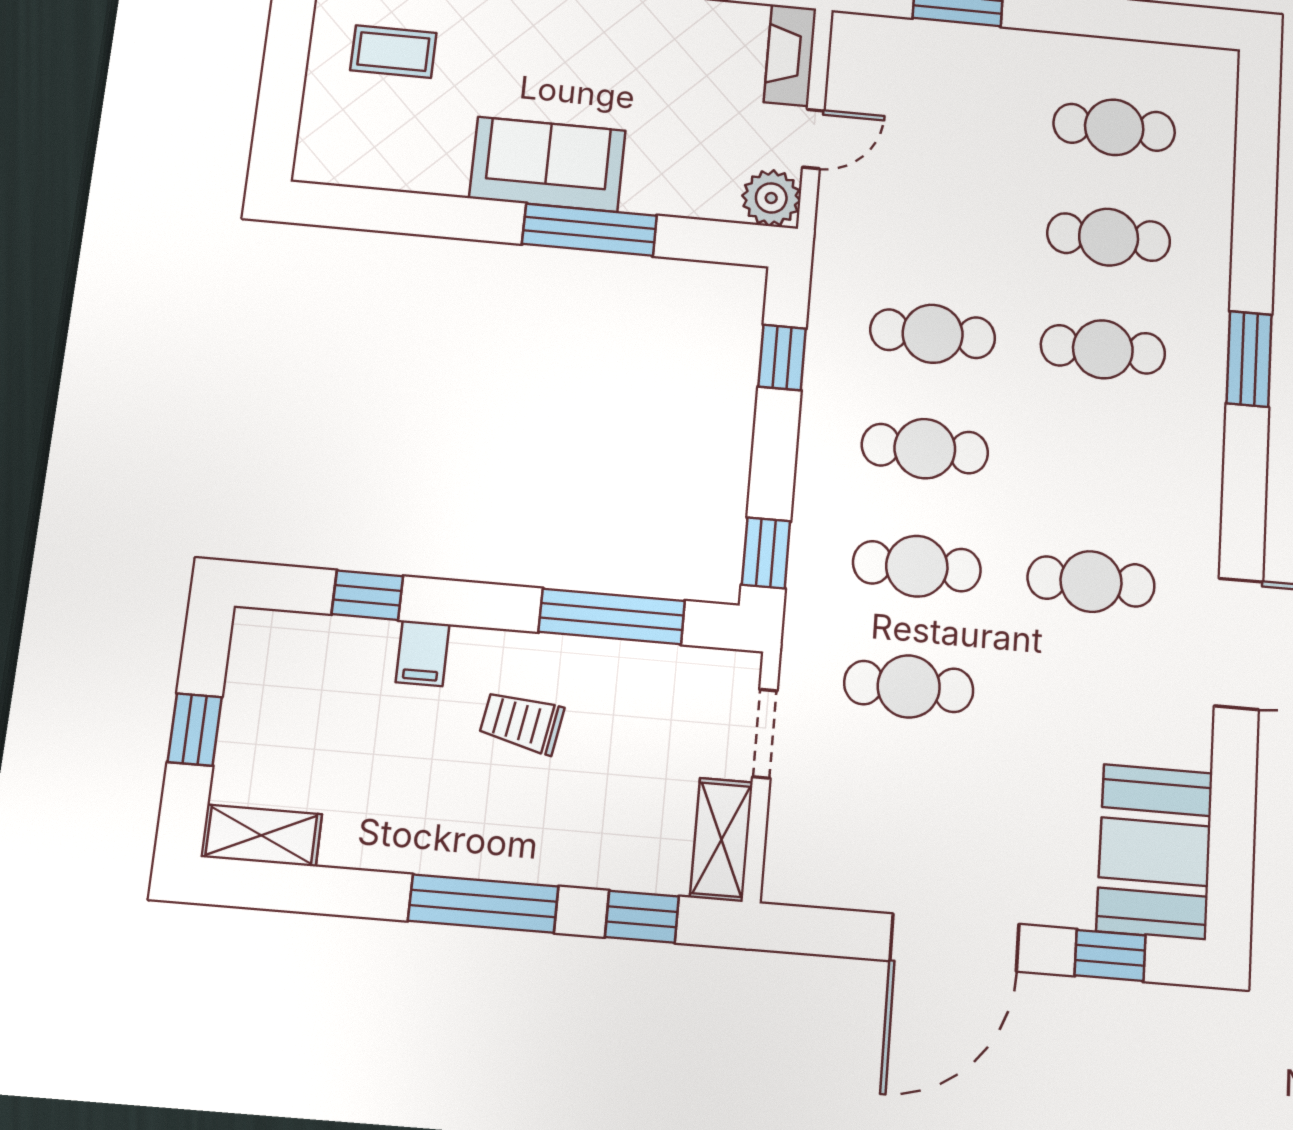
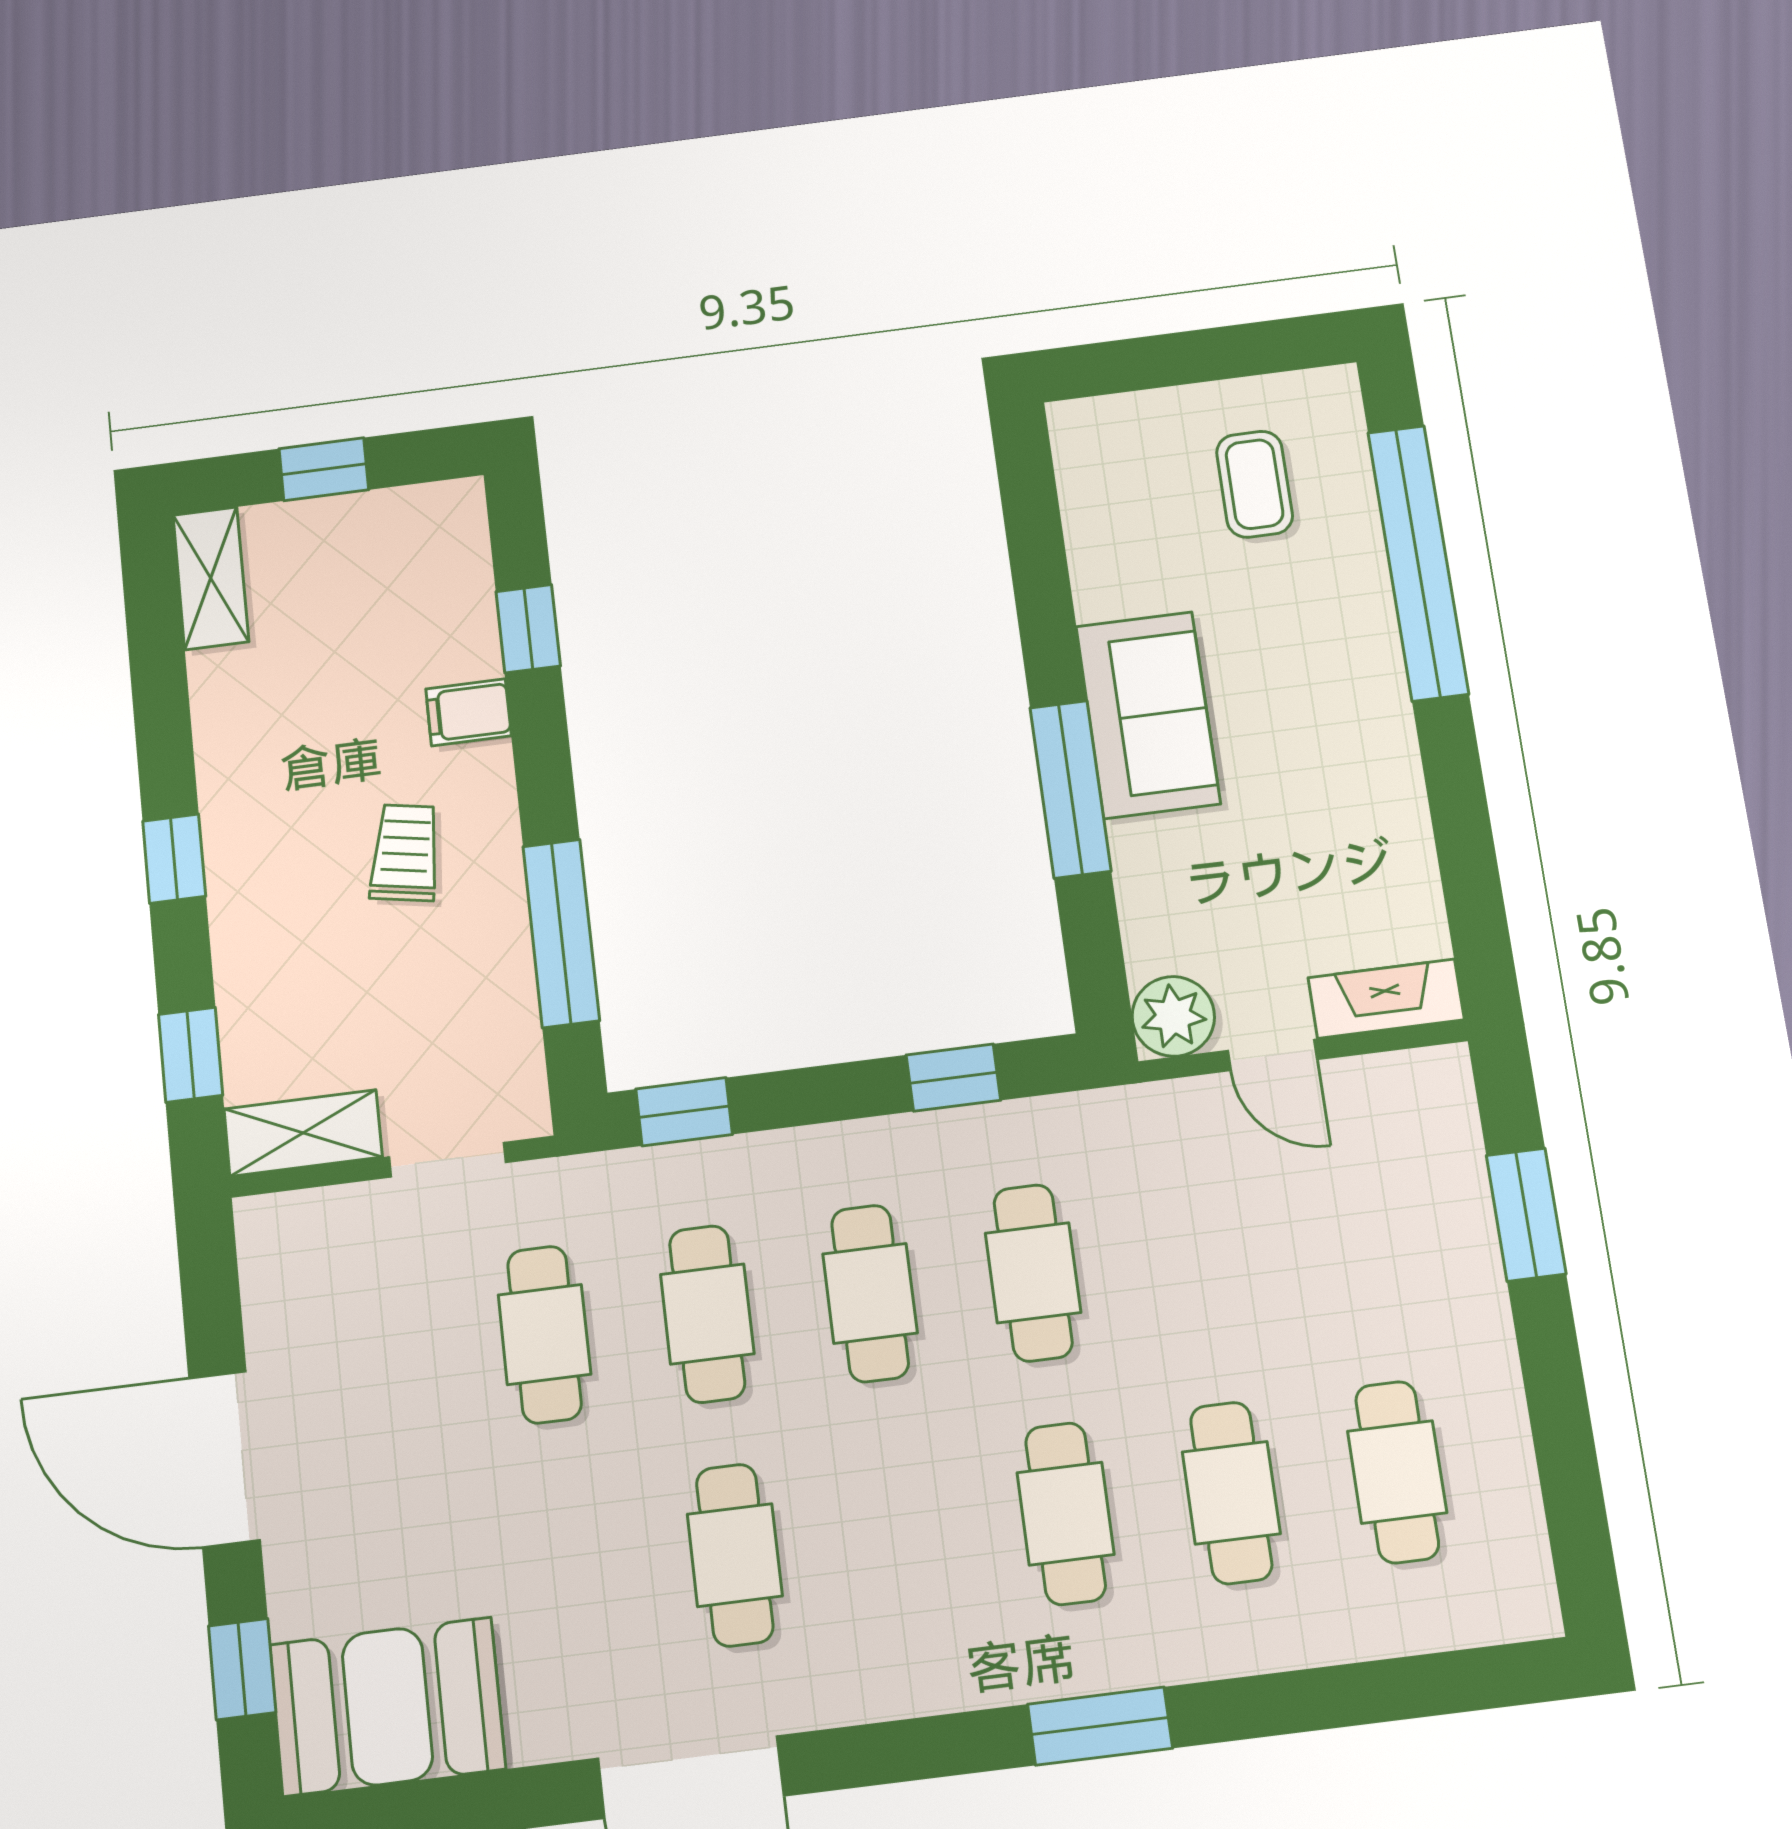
window: (483, 904) -> (174, 859), width x0.46

